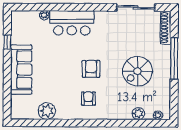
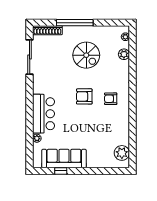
sofa: (21, 70) -> (64, 159), moved
plant: (47, 111) -> (122, 153), moved

